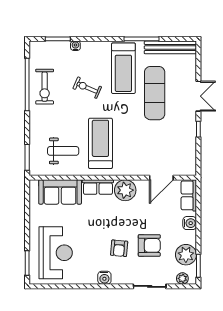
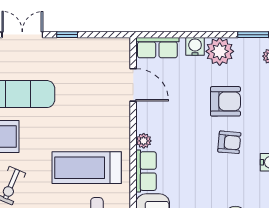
plant: (125, 190) -> (144, 141), width x0.53, depth x0.53
armchair: (149, 245) -> (225, 101), turned 90
plant: (186, 255) -> (220, 51), moved

